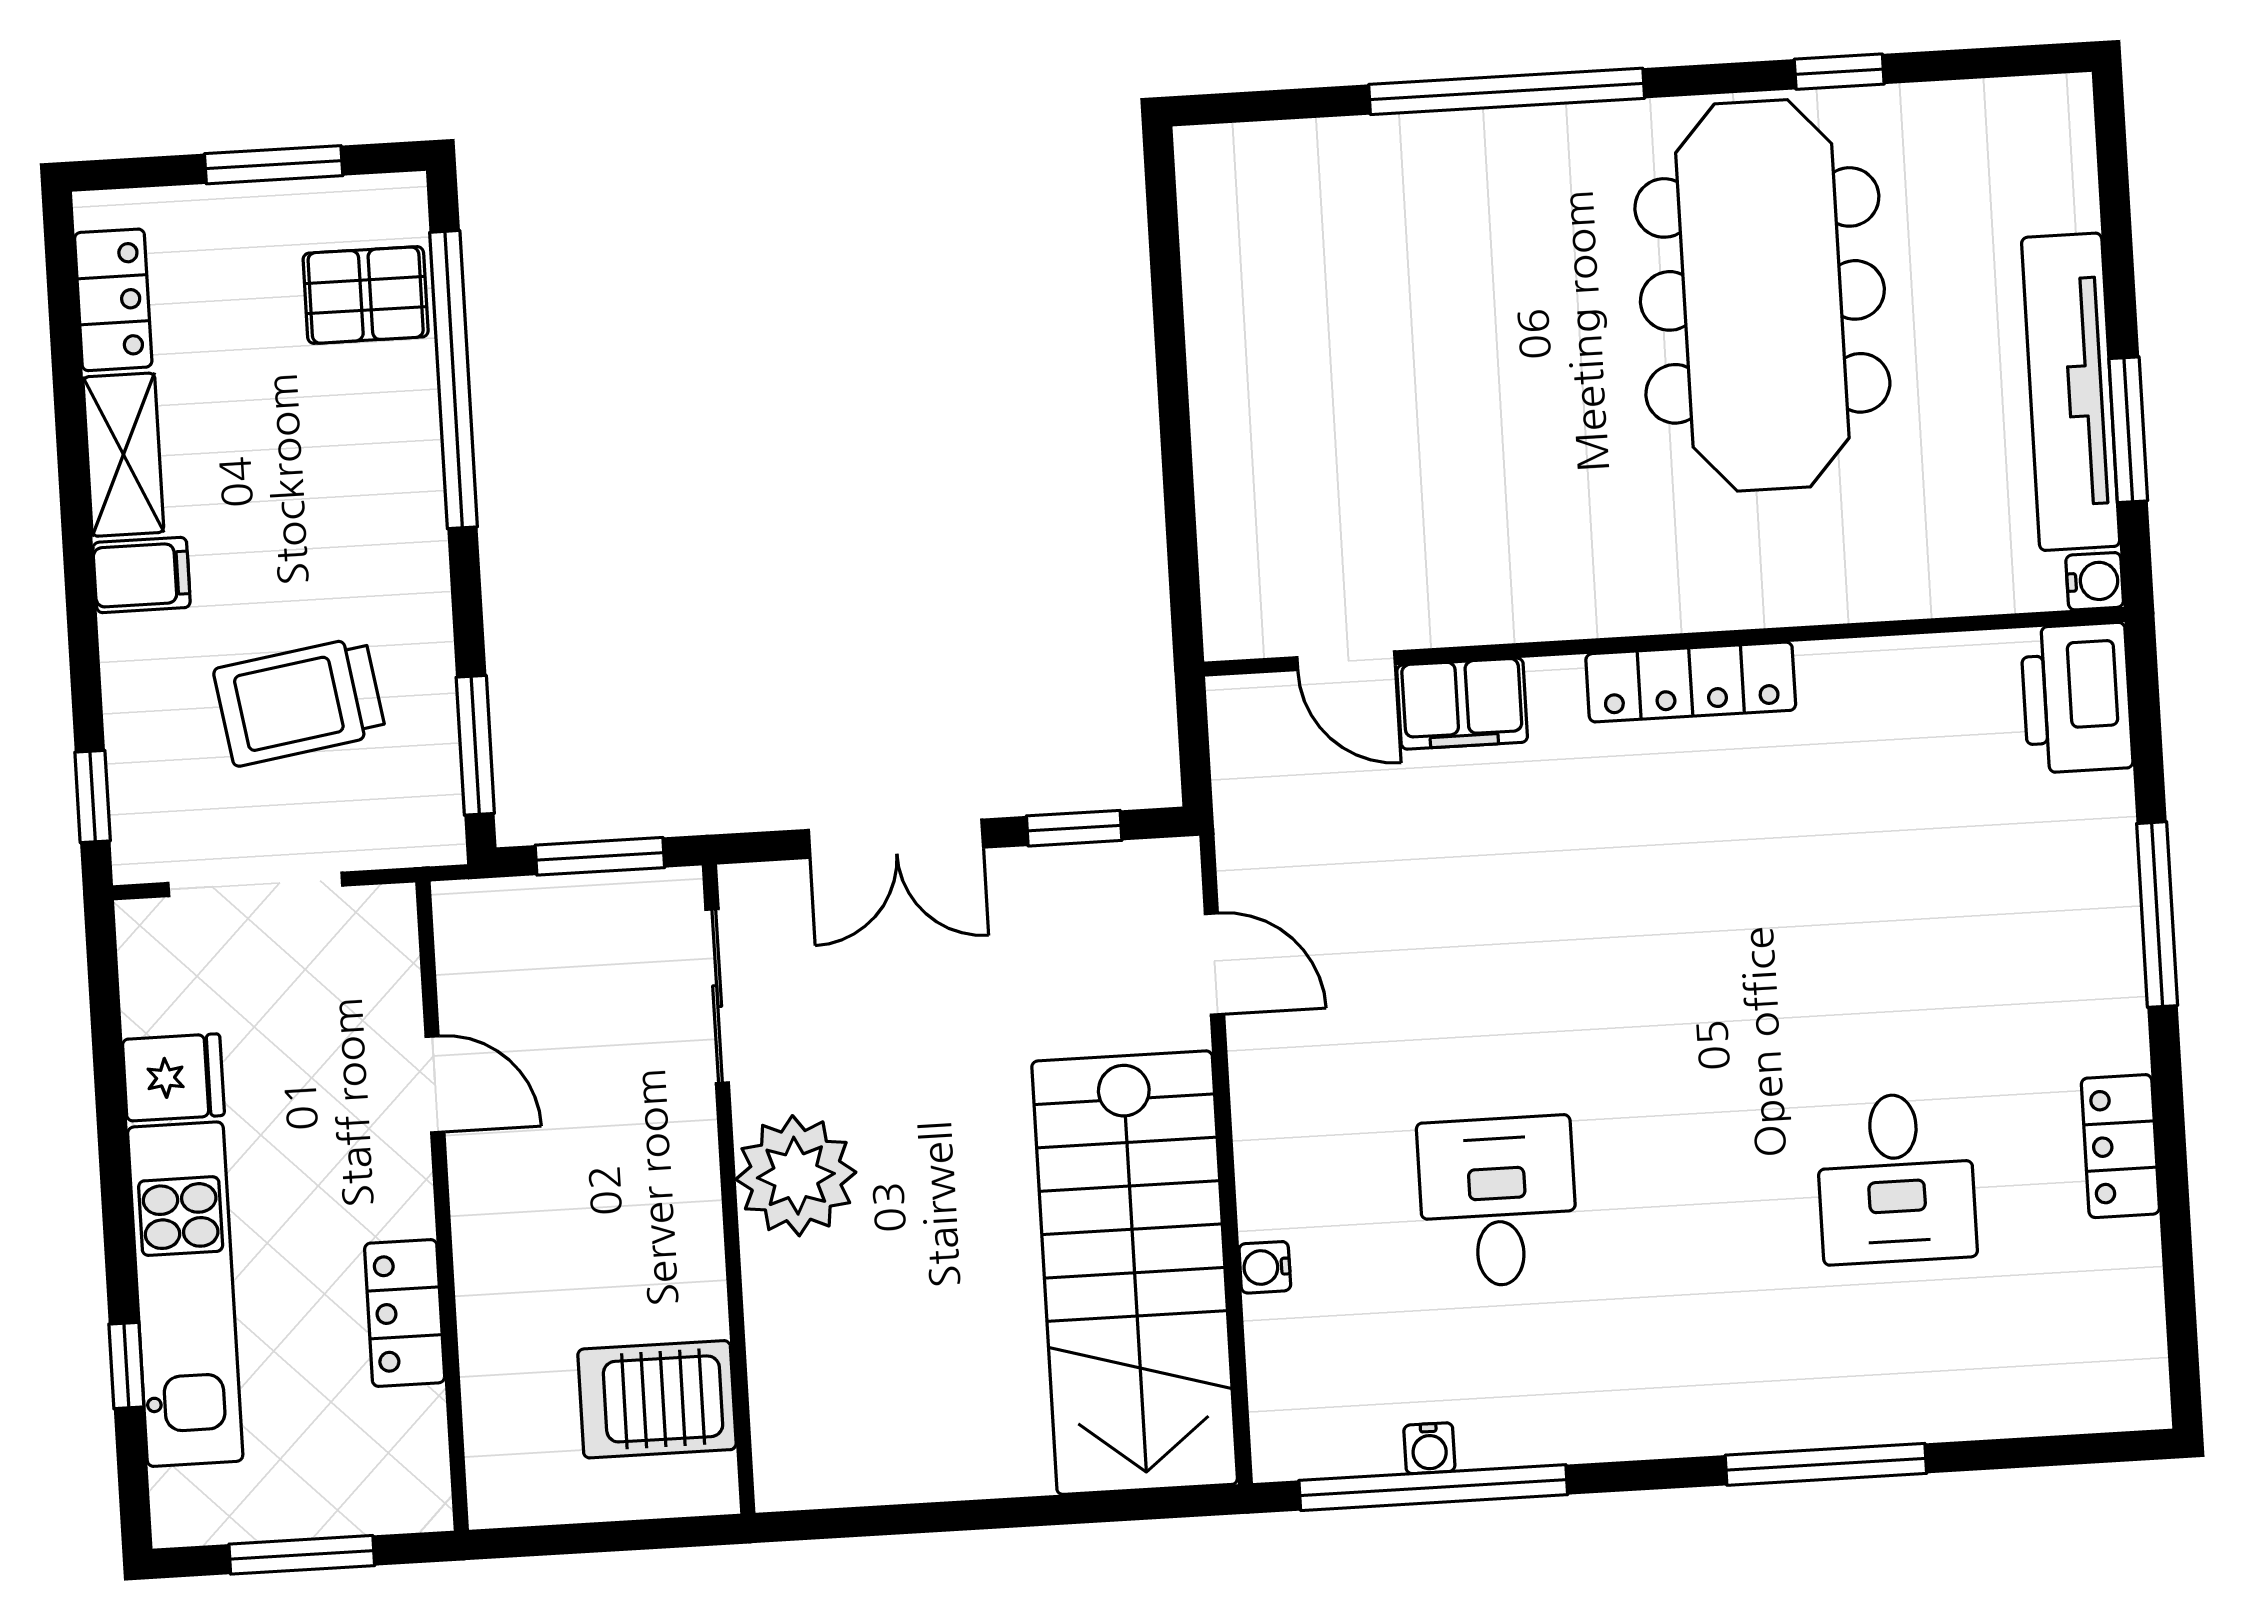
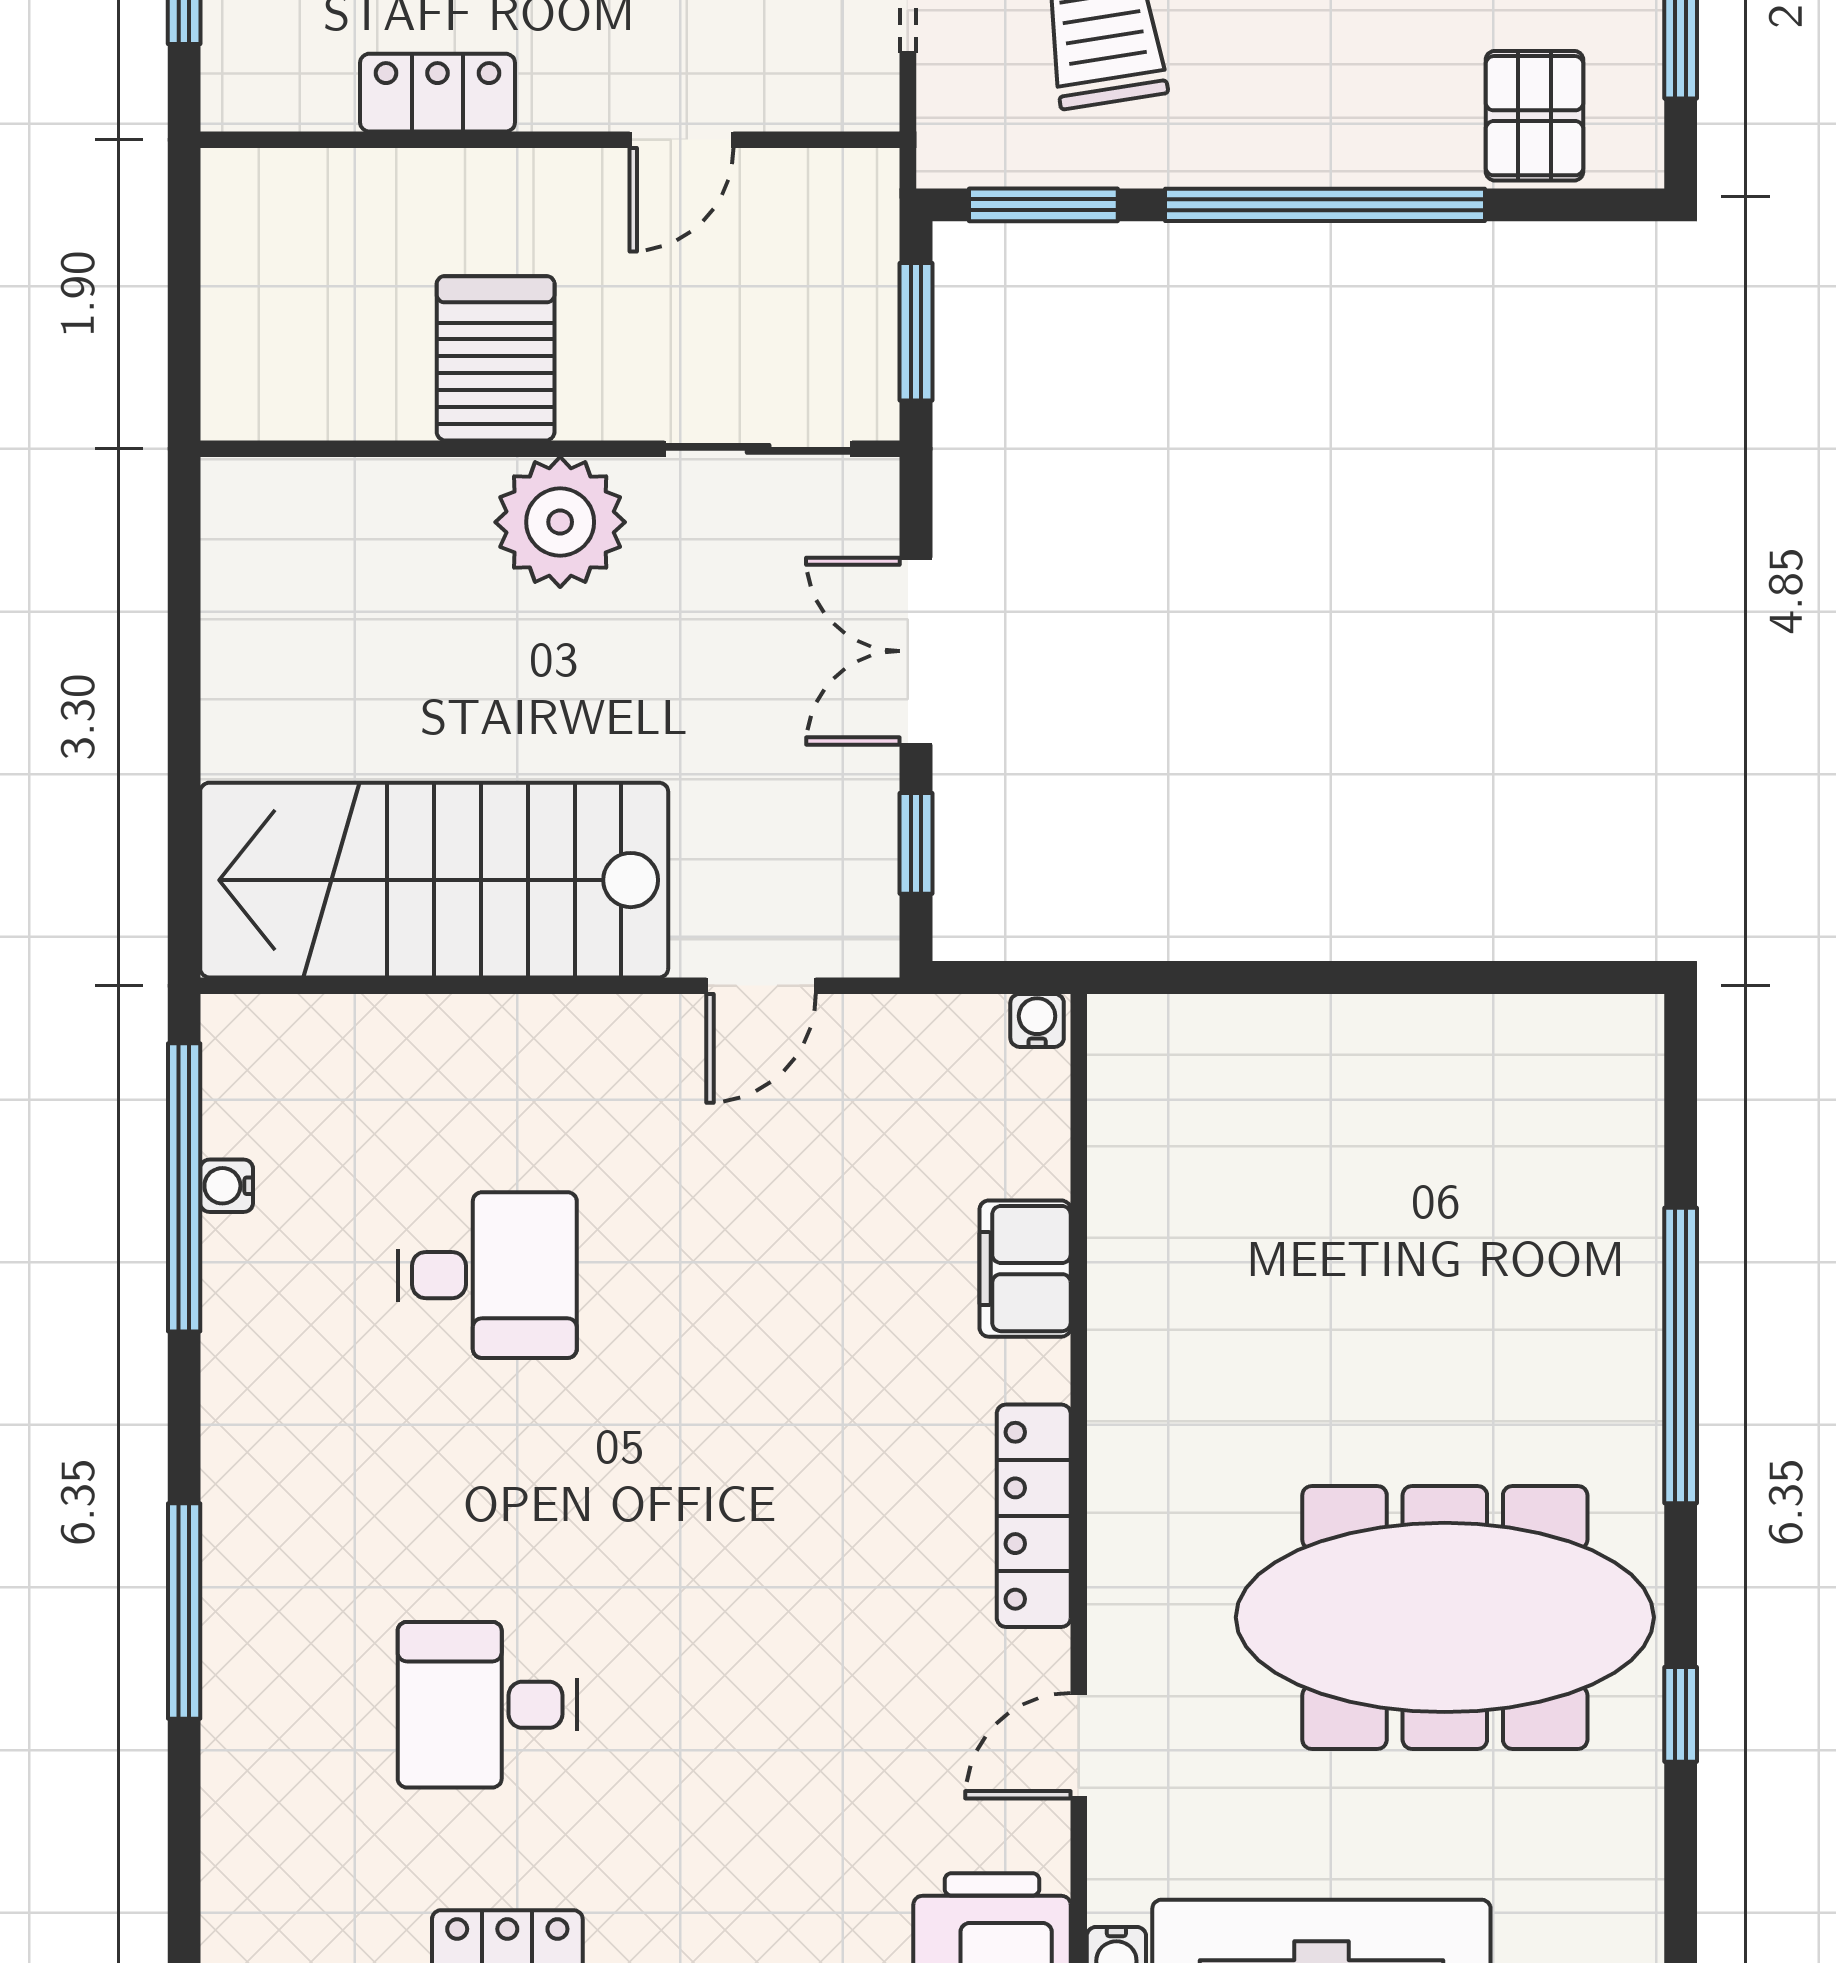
window: (454, 380) -> (1325, 205), moved
door: (1346, 661) -> (1079, 1746), moved
water cooler: (1265, 1267) -> (1037, 1020), moved
server rack: (657, 1399) -> (496, 358), moved

